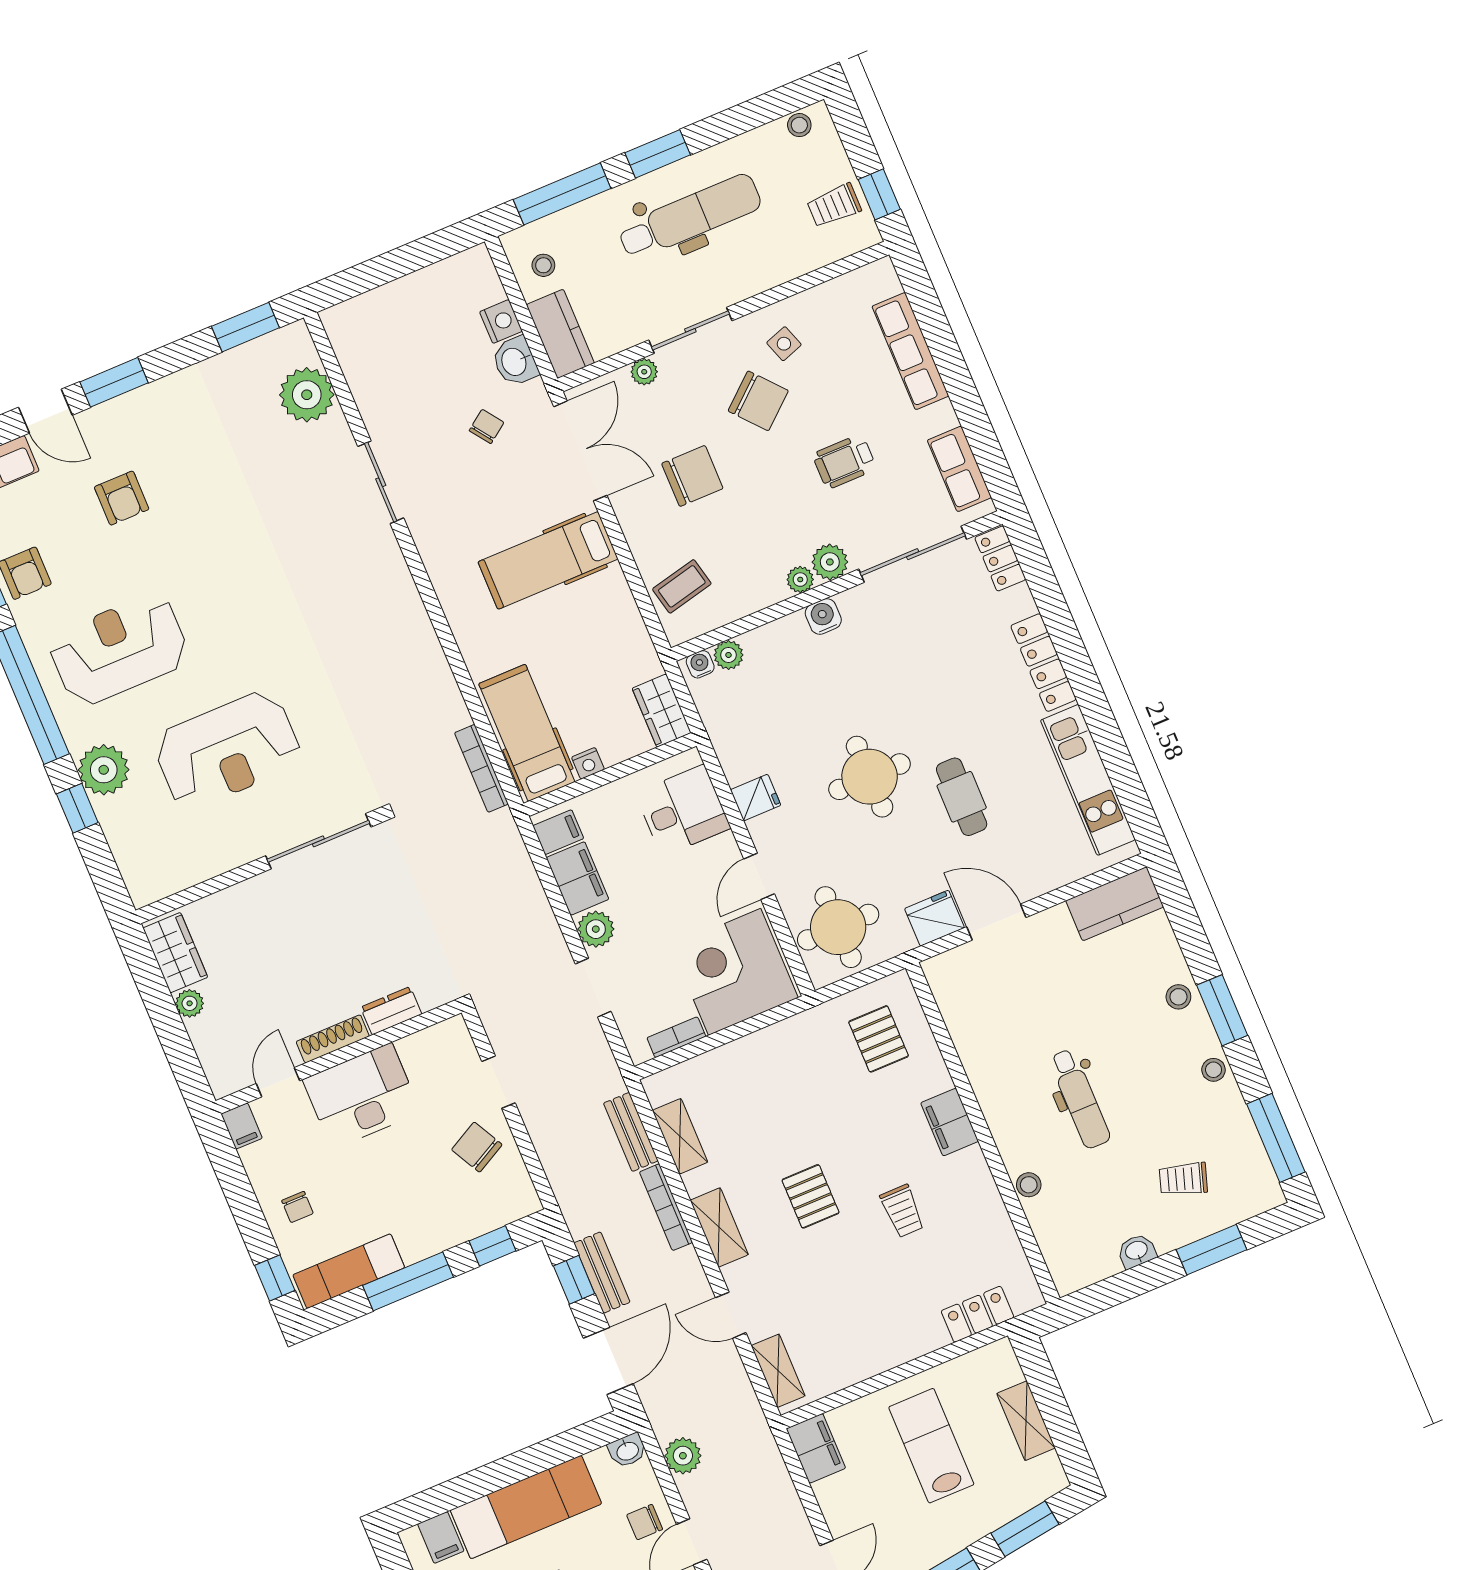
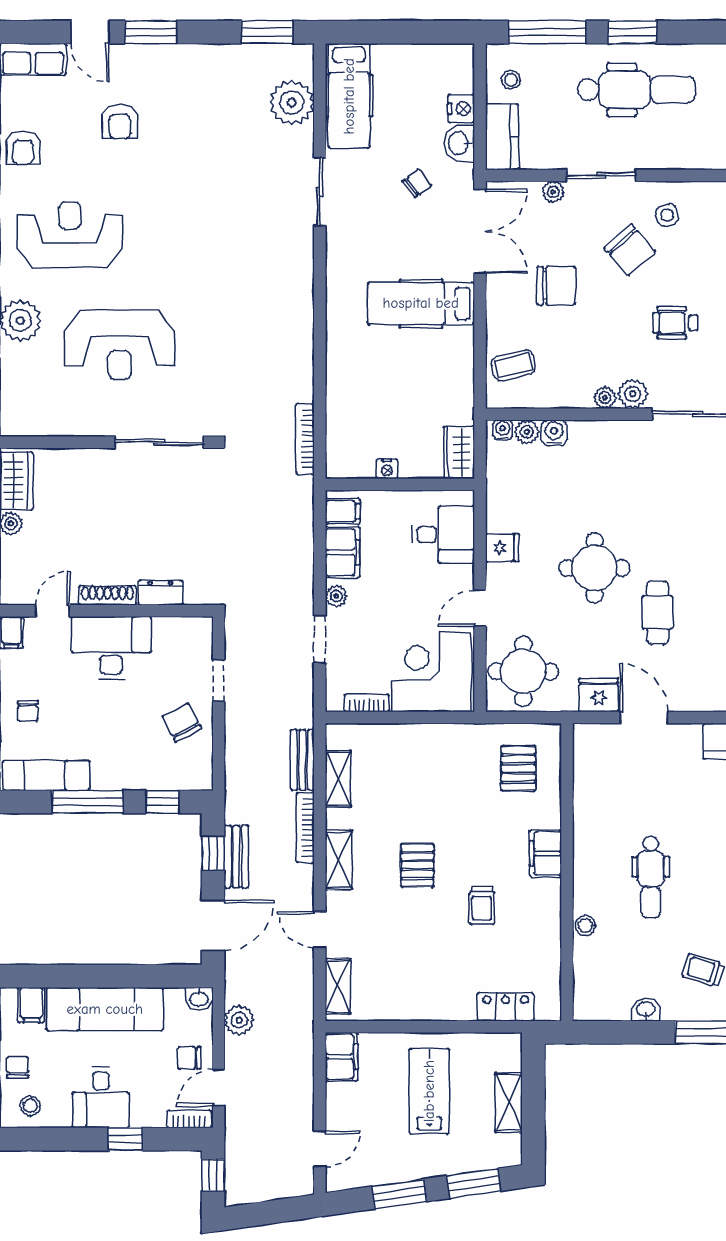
water cooler: (823, 616) -> (554, 433), moved
hospital bed: (527, 733) -> (349, 96), moved, turned 180
plant: (596, 929) -> (336, 596), width x0.73, depth x0.73

